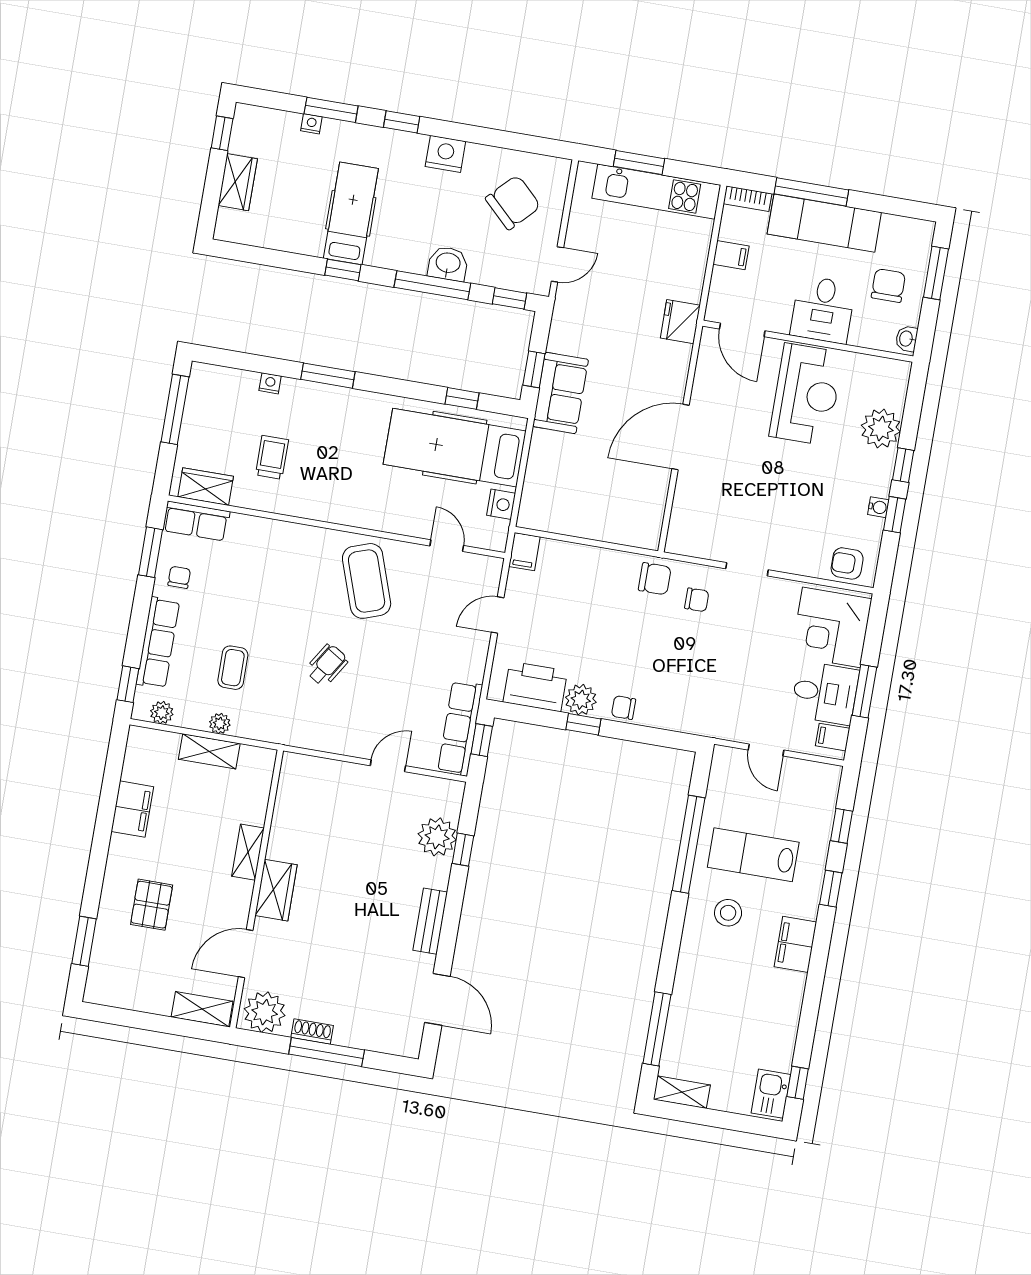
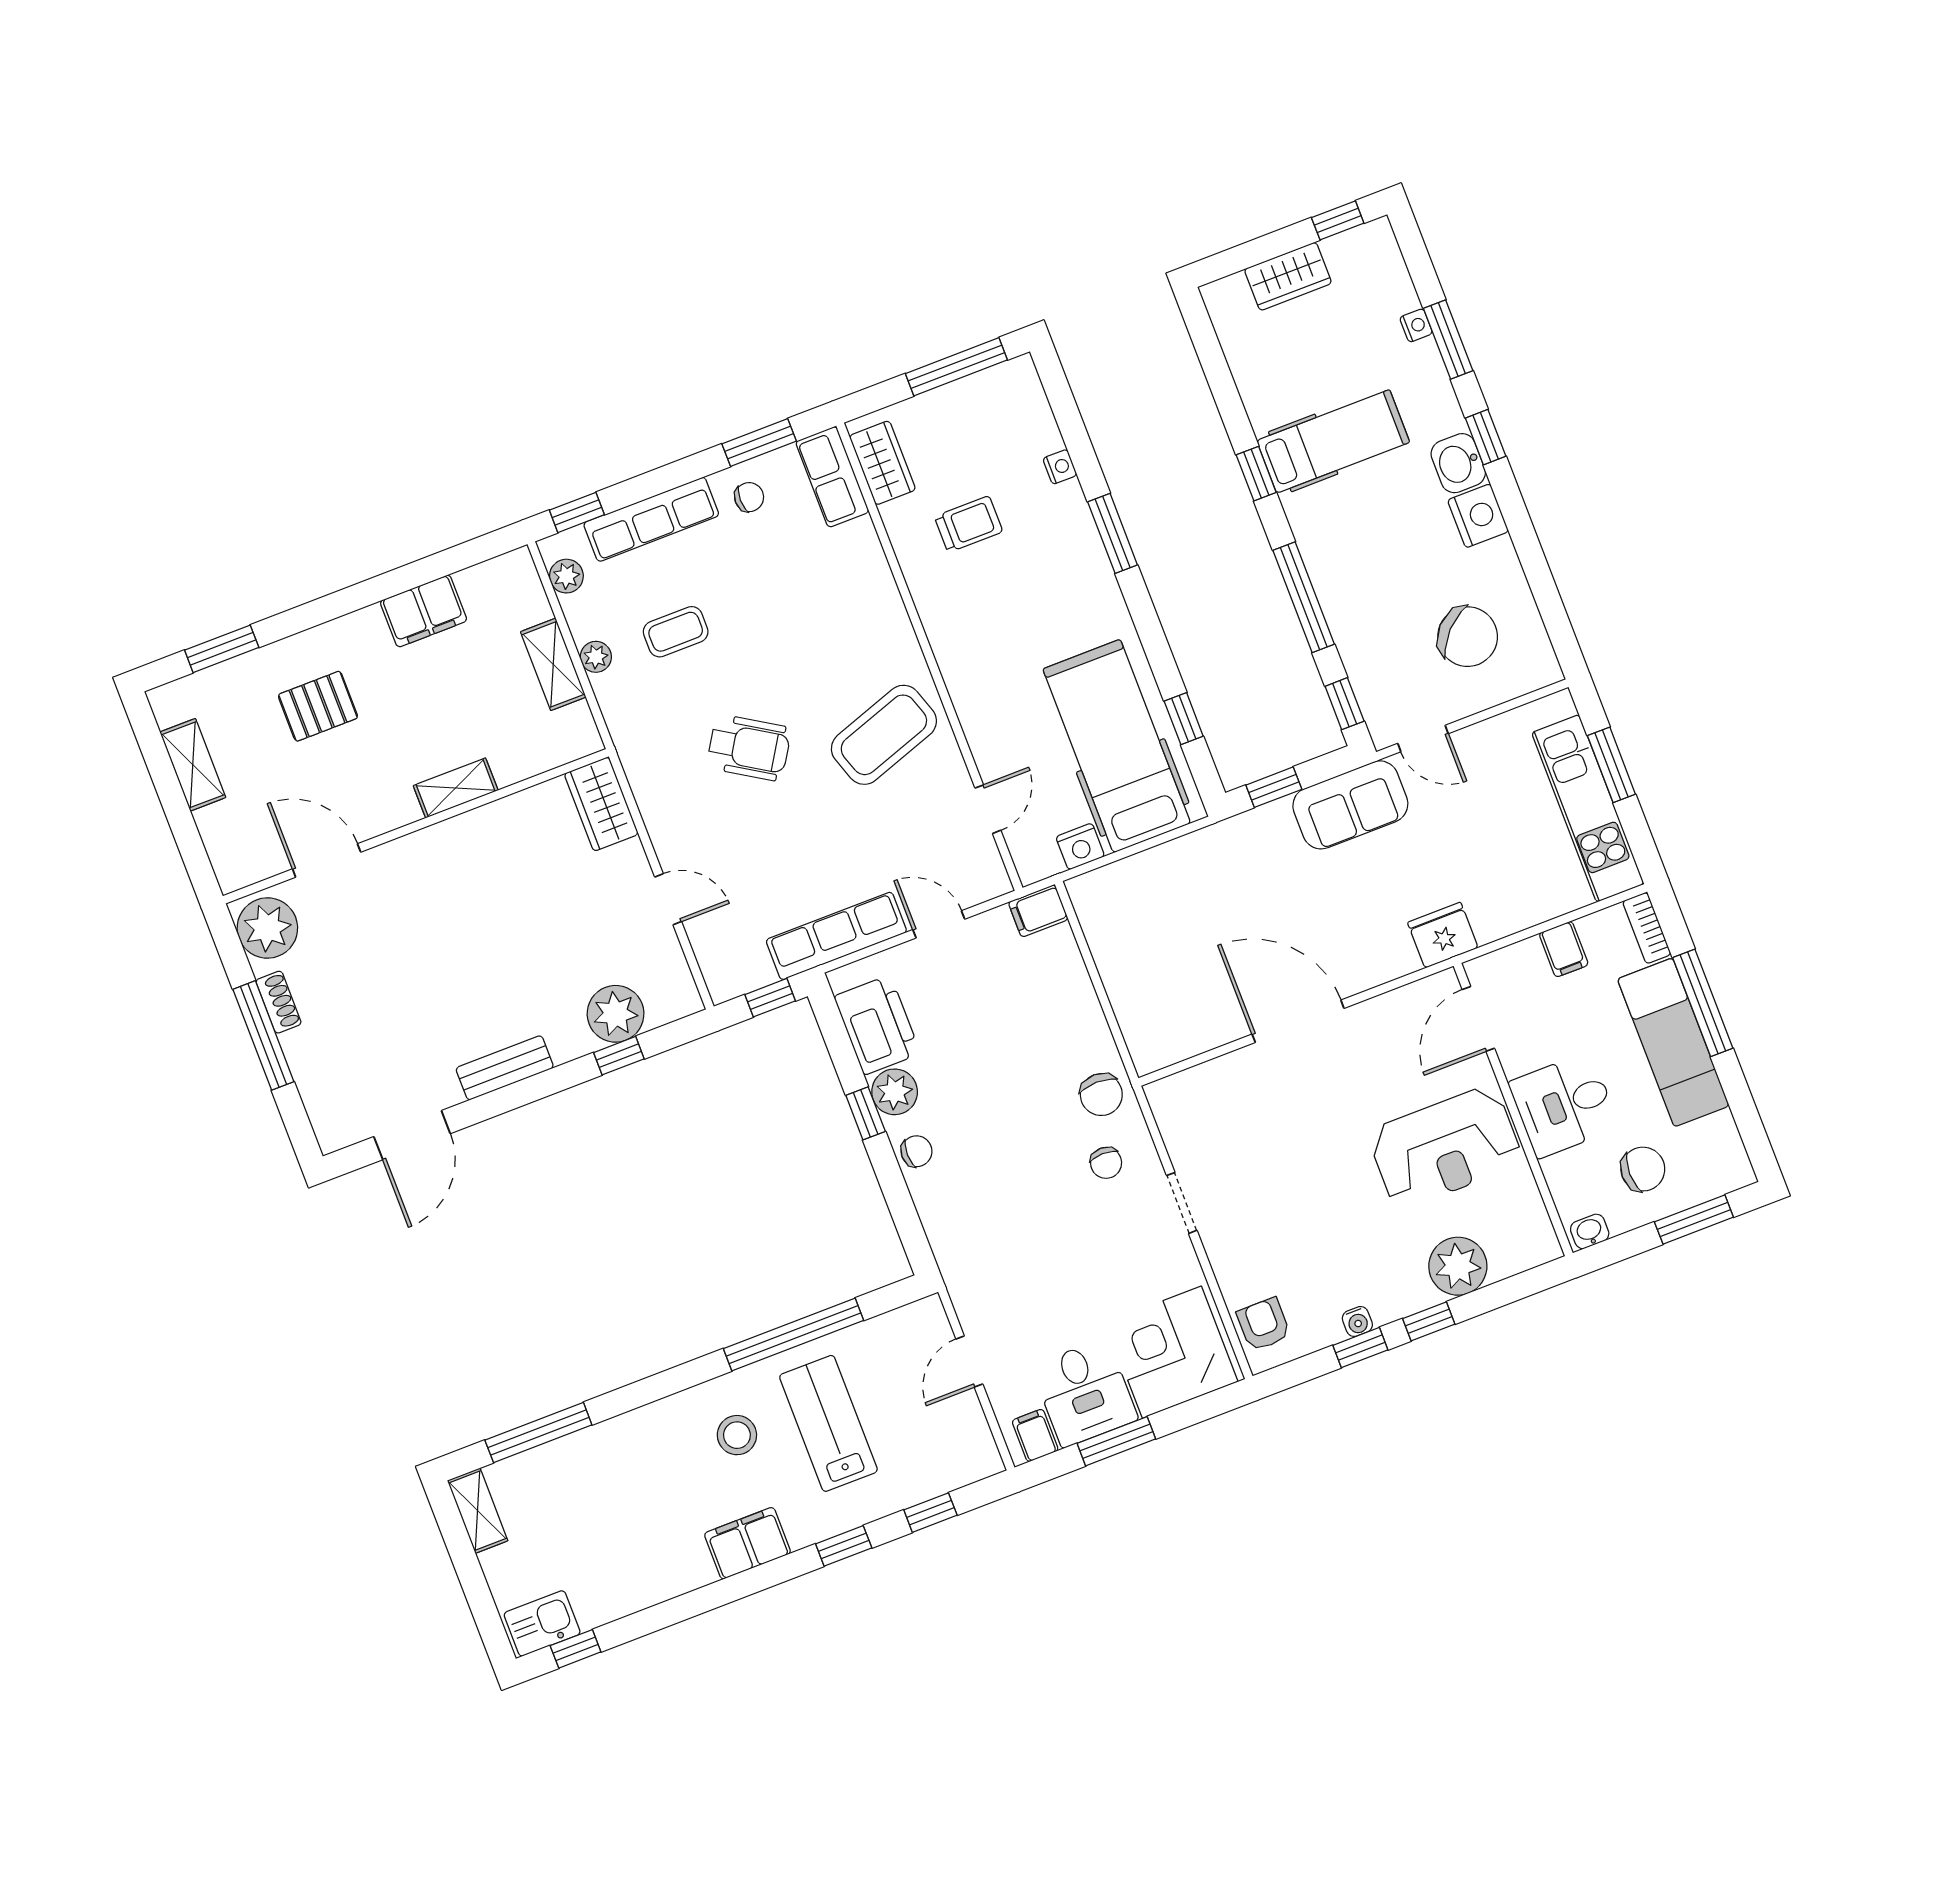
washbasin: (448, 264) -> (1458, 463), moved, turned 180
sofa: (560, 393) -> (1350, 805), moved
wheelchair: (327, 665) -> (749, 748), width x1.36, depth x1.37
chair: (624, 708) -> (916, 1151), turned 90
row of seats: (460, 728) -> (836, 936), moved
wardrobe: (276, 890) -> (601, 804), moved, turned 90
shelving: (202, 1009) -> (193, 765), moved

